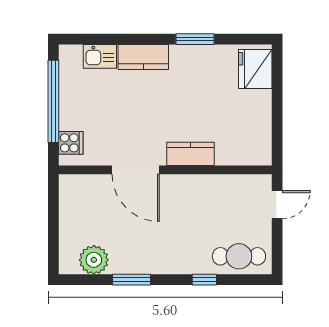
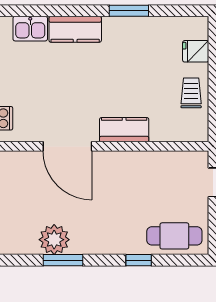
fridge: (255, 69) -> (196, 51), width x0.53, depth x0.75
trolley: (255, 118) -> (191, 93), added
plant: (94, 260) -> (54, 240), moved

